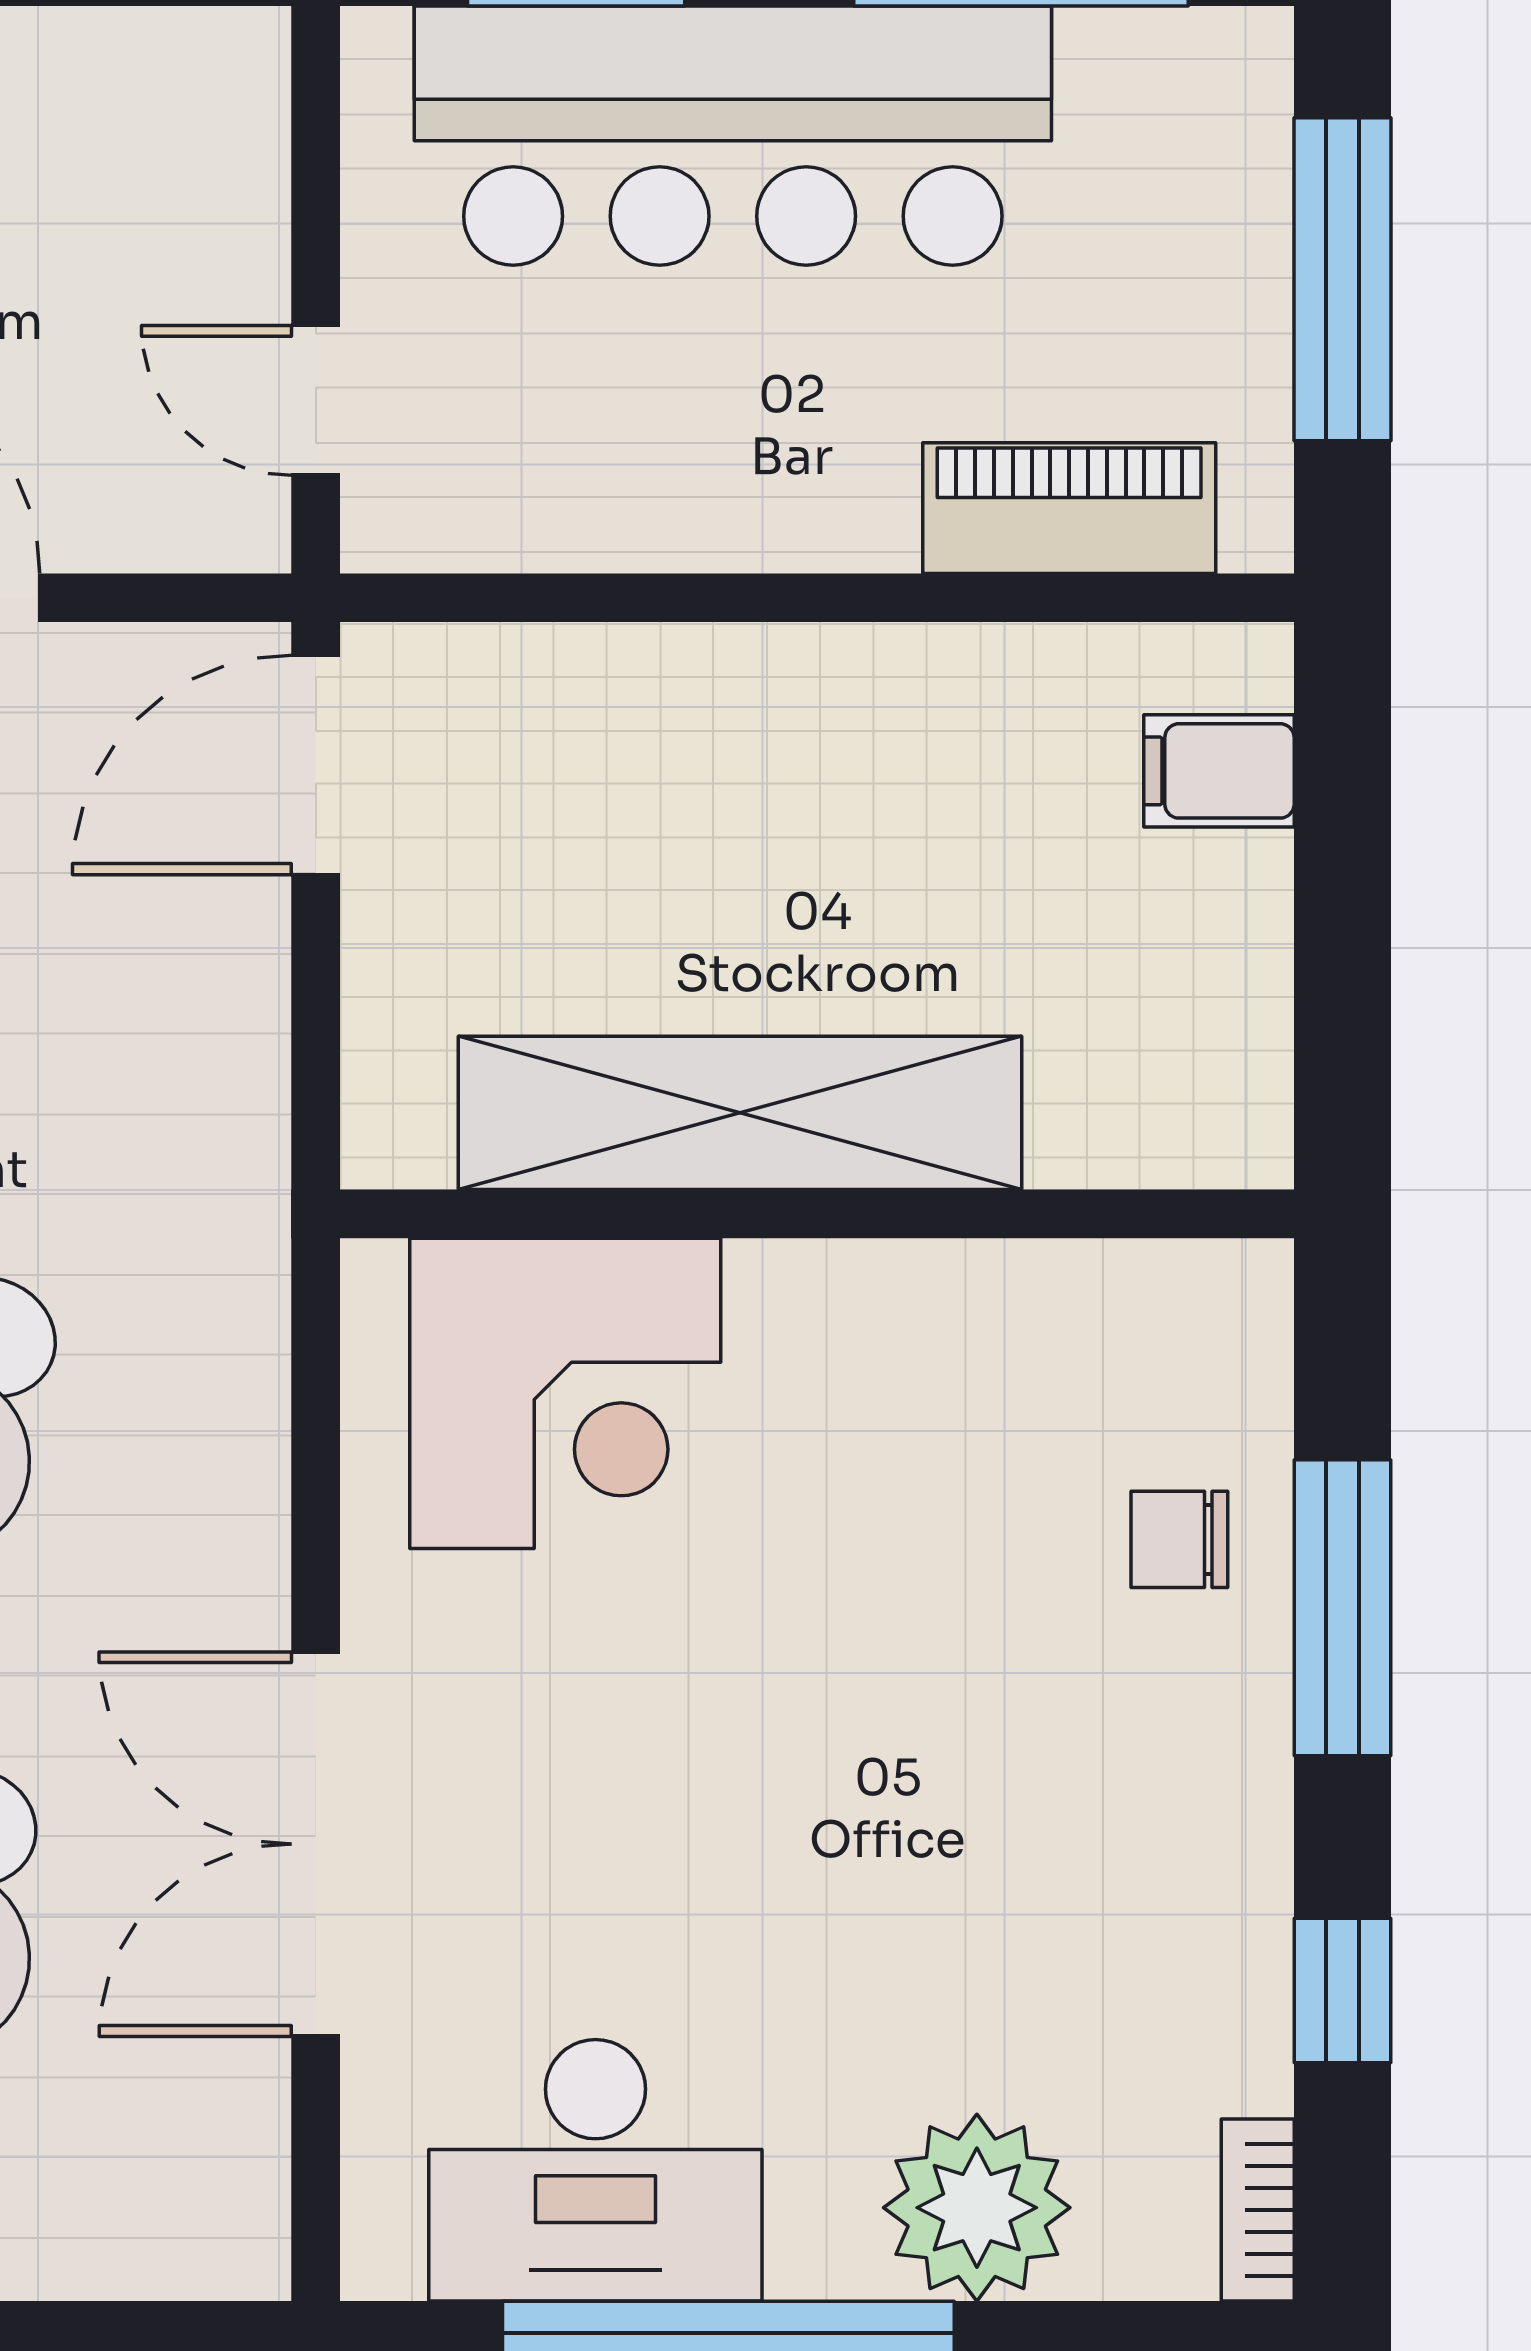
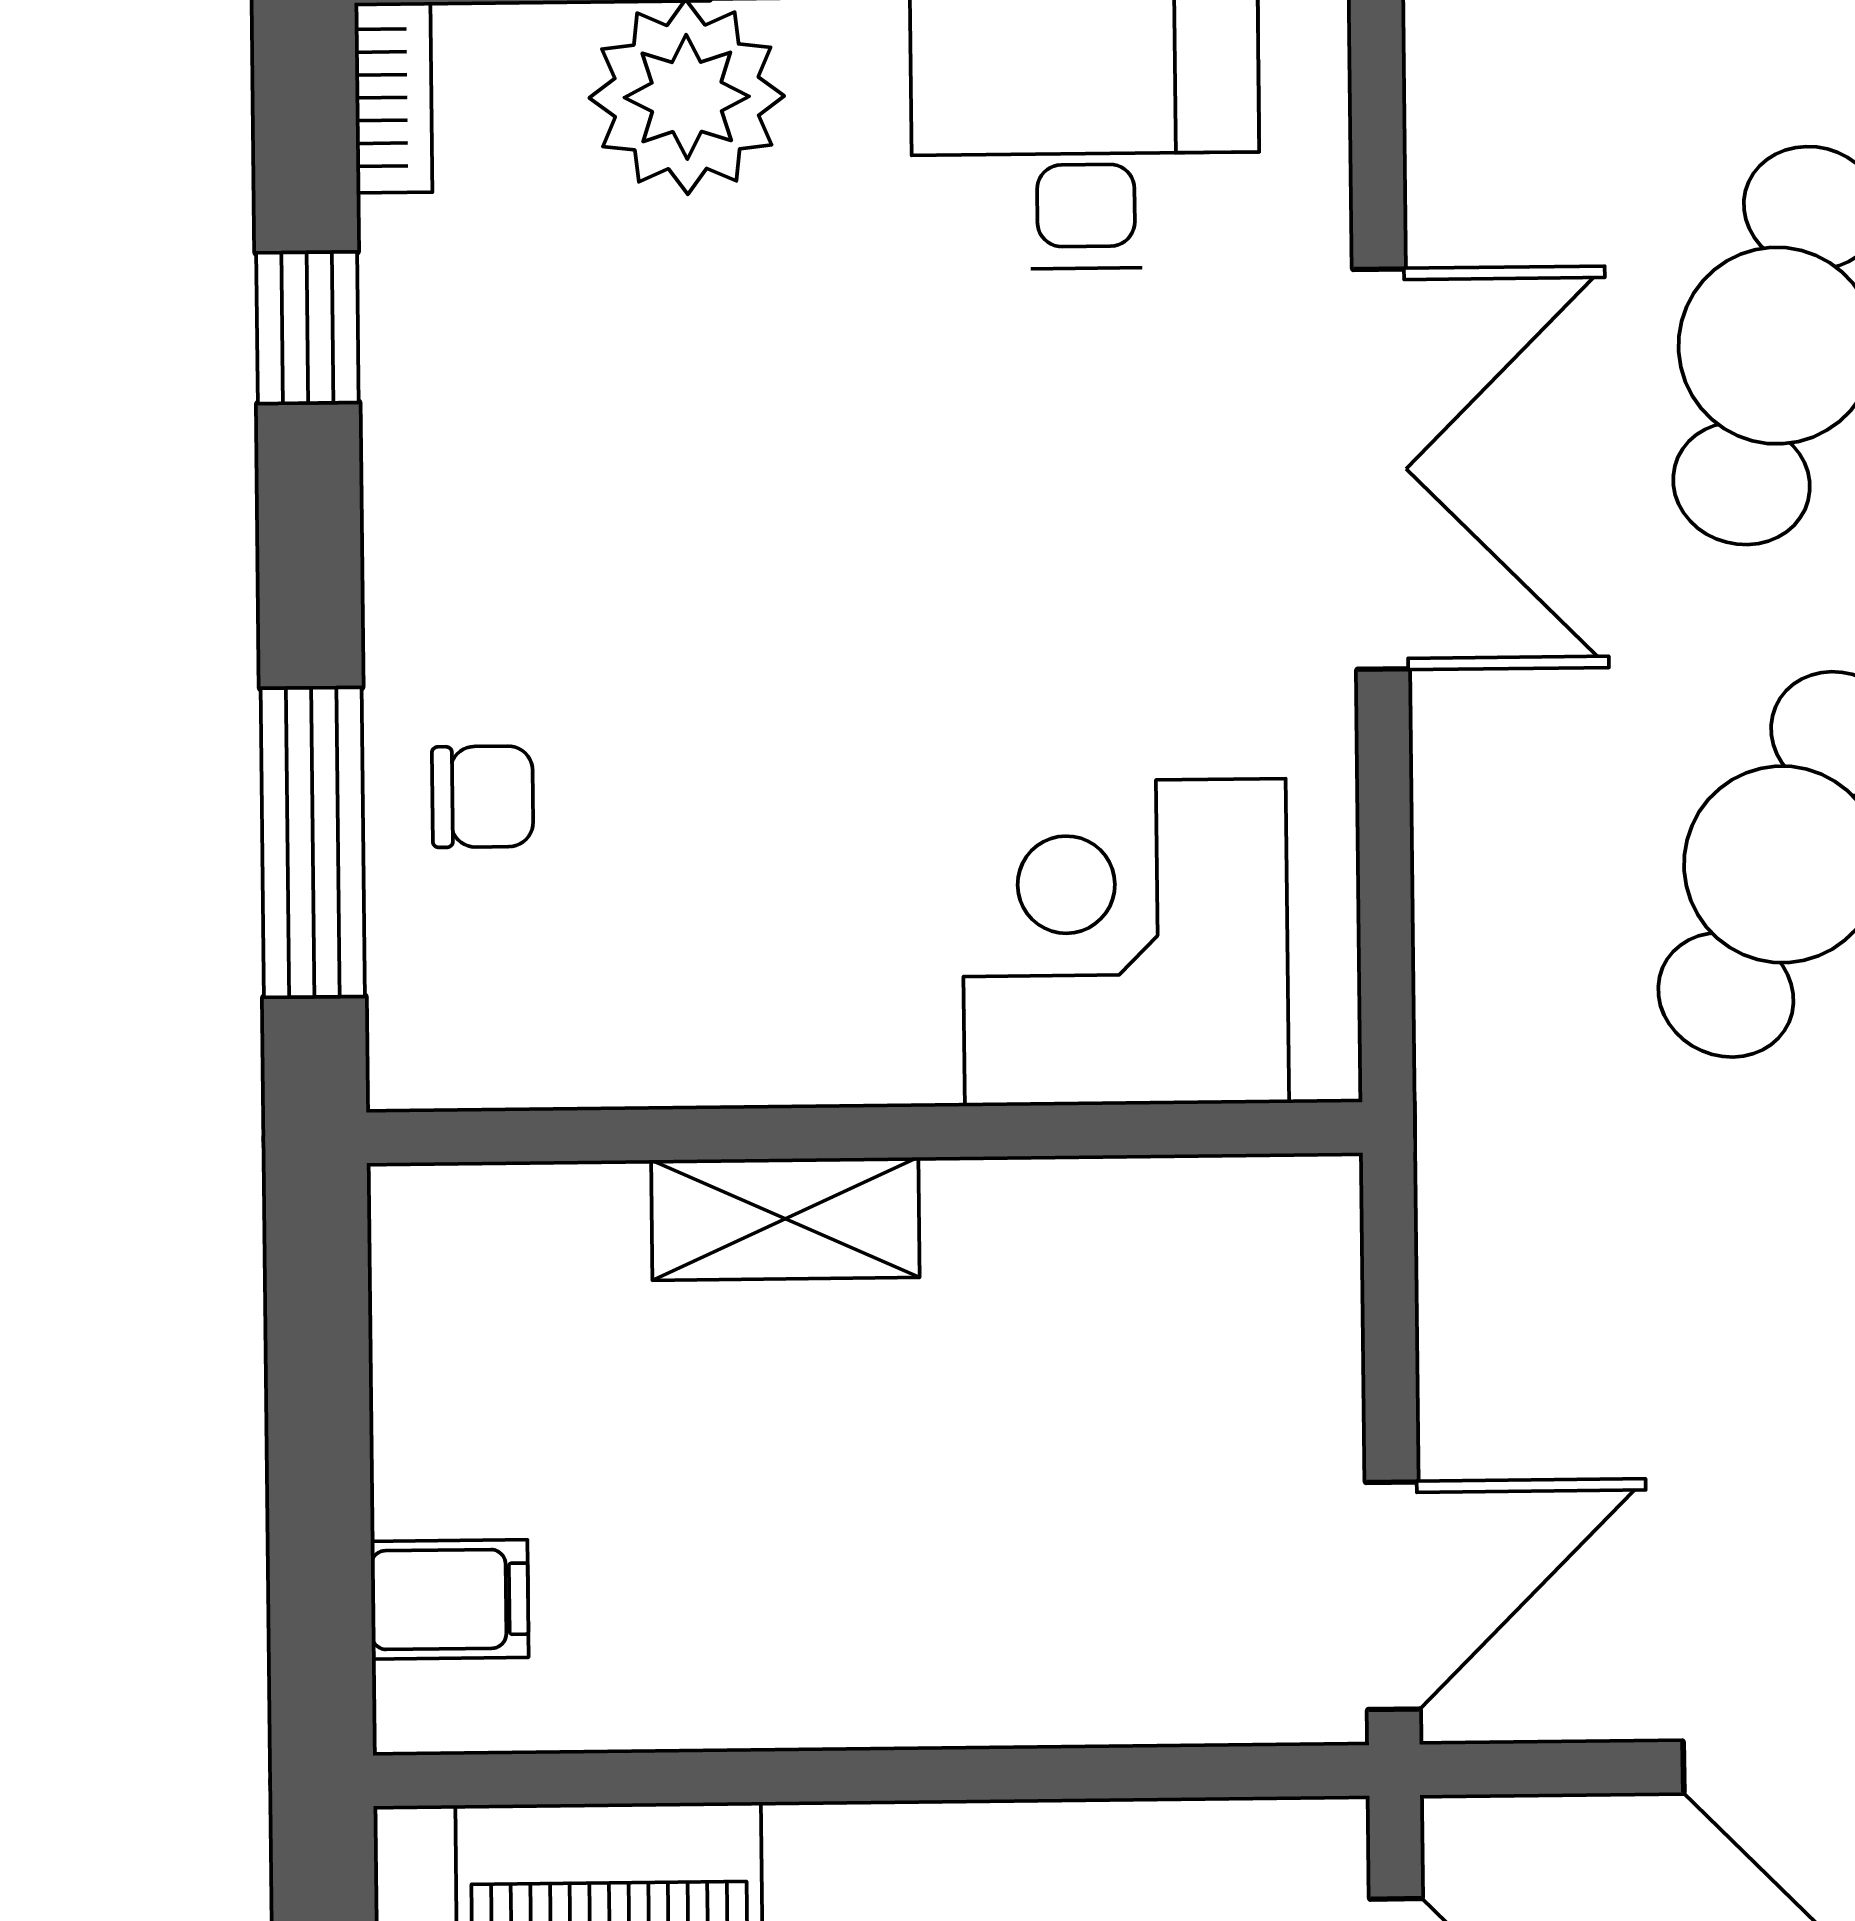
shelving: (740, 1113) -> (785, 1219), width x0.45, depth x0.75
window: (1342, 1608) -> (313, 842), moved

